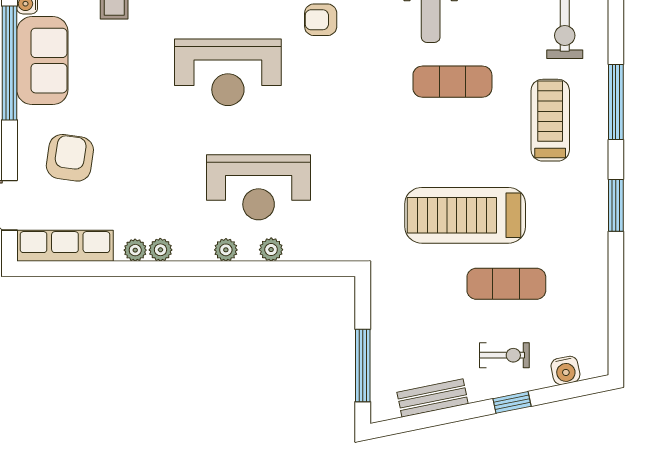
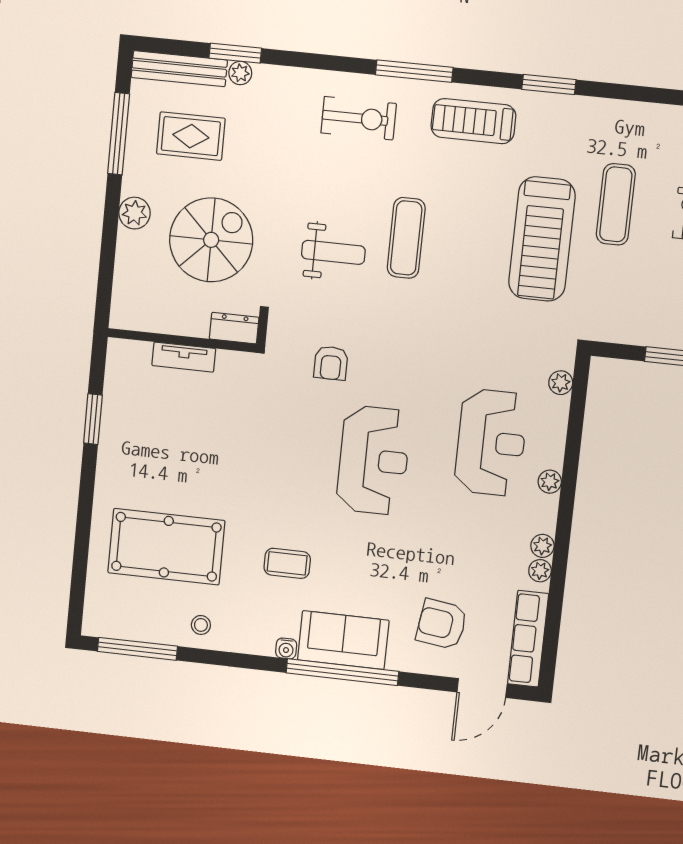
window: (616, 102) -> (414, 71), moved
treadmill: (550, 120) -> (473, 121), moved
plant: (271, 250) -> (561, 383), moved

